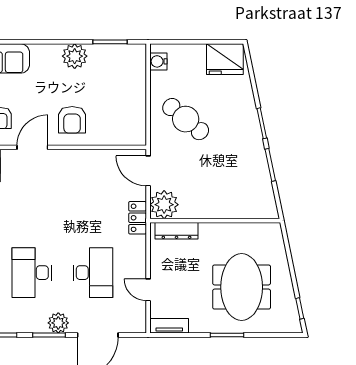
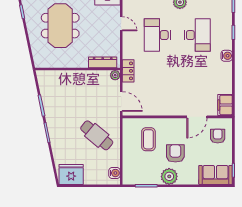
coffee table: (107, 113) -> (148, 139), added
armchair: (72, 120) -> (175, 153), moved
plant: (164, 205) -> (115, 75), width x0.53, depth x0.53

